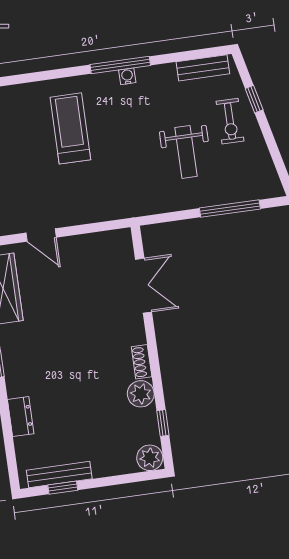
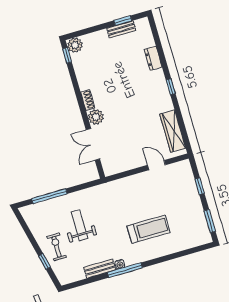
bench: (203, 68) -> (100, 269), moved
treadmill: (70, 128) -> (148, 229), turned -90
plant: (141, 394) -> (96, 117), moved
window: (163, 423) -> (67, 55), moved
bench: (59, 475) -> (121, 29), width x0.73

